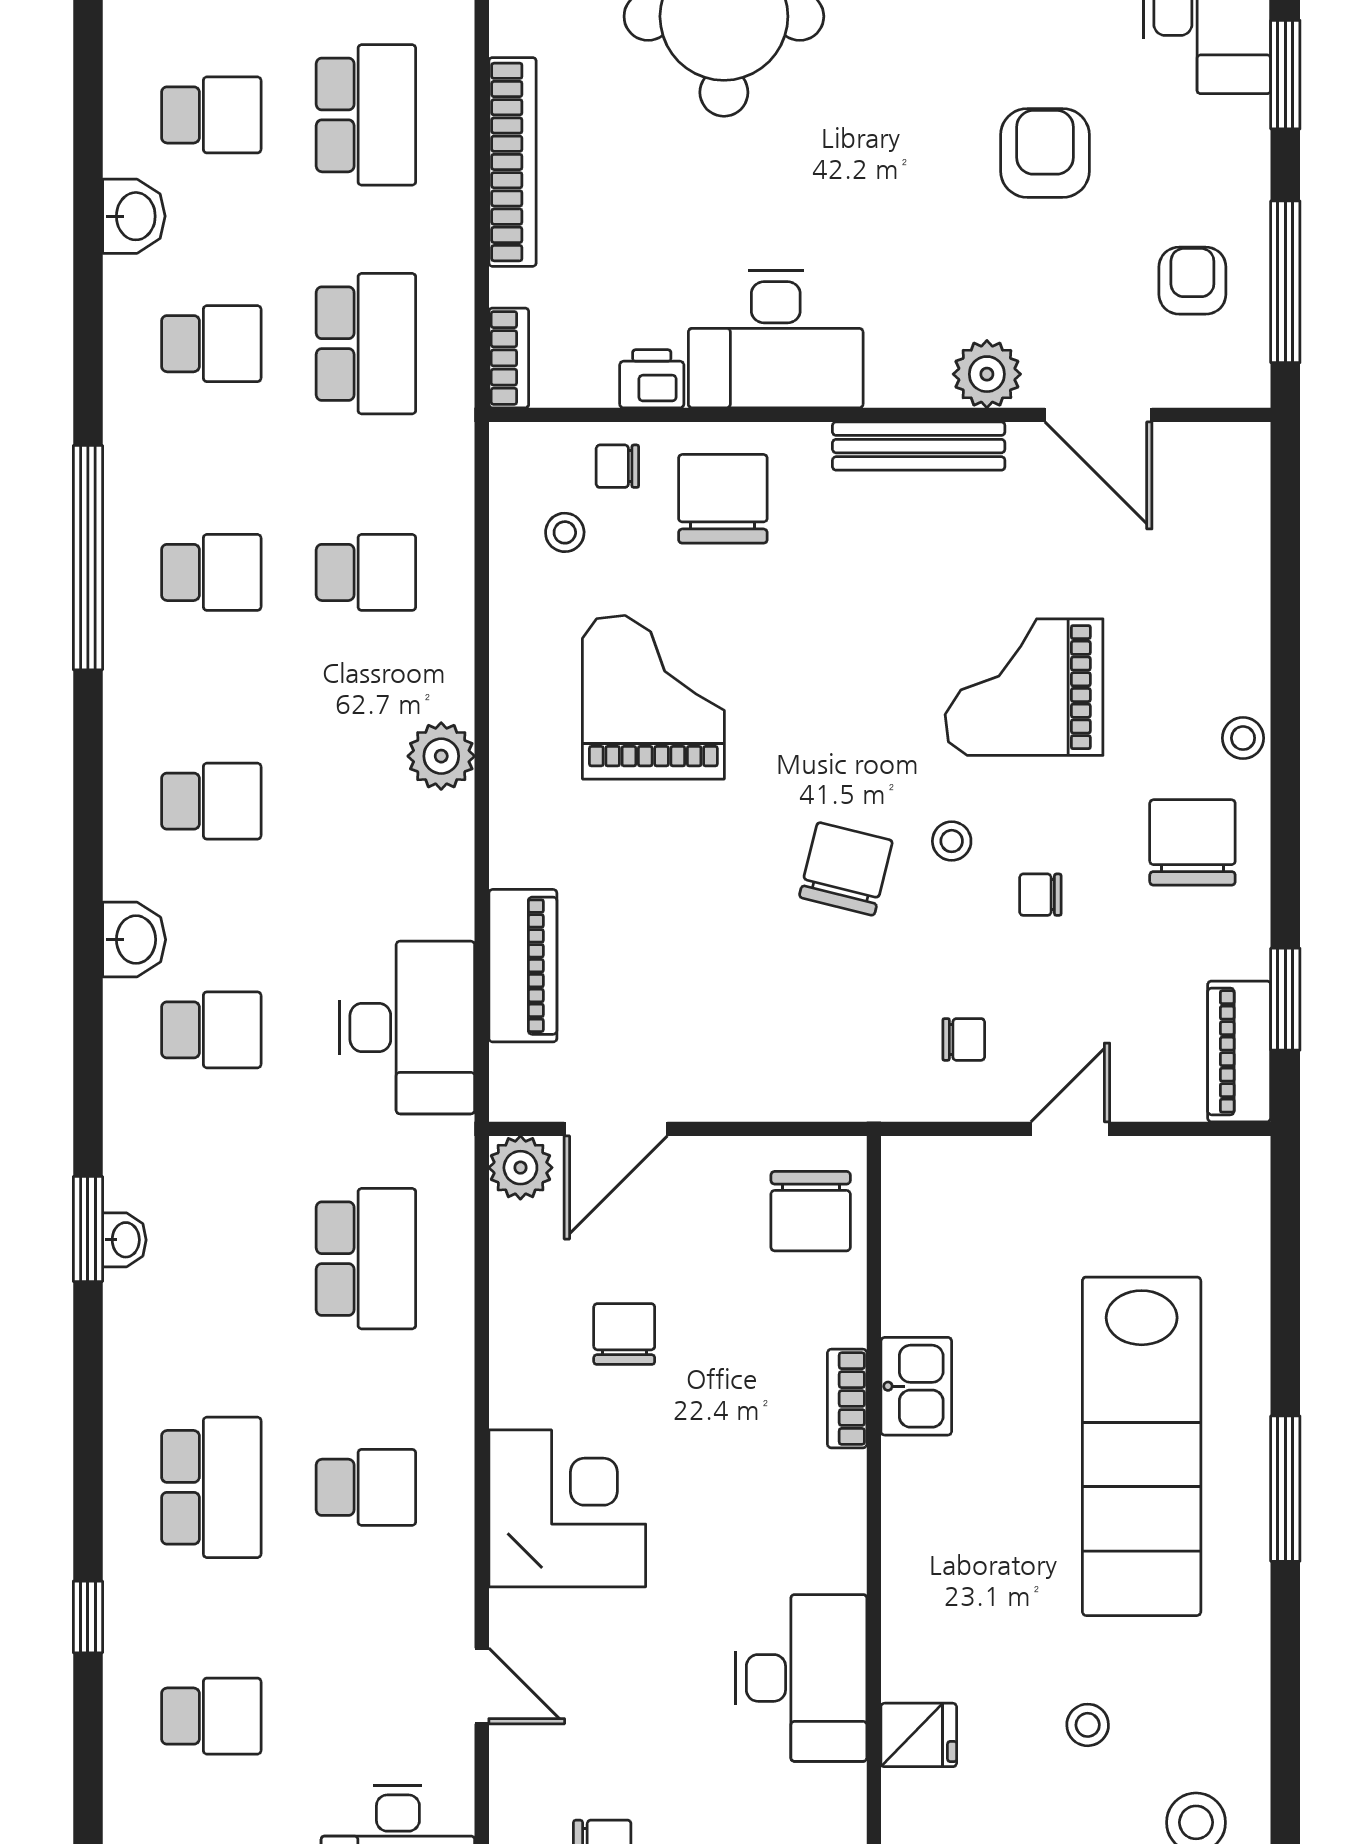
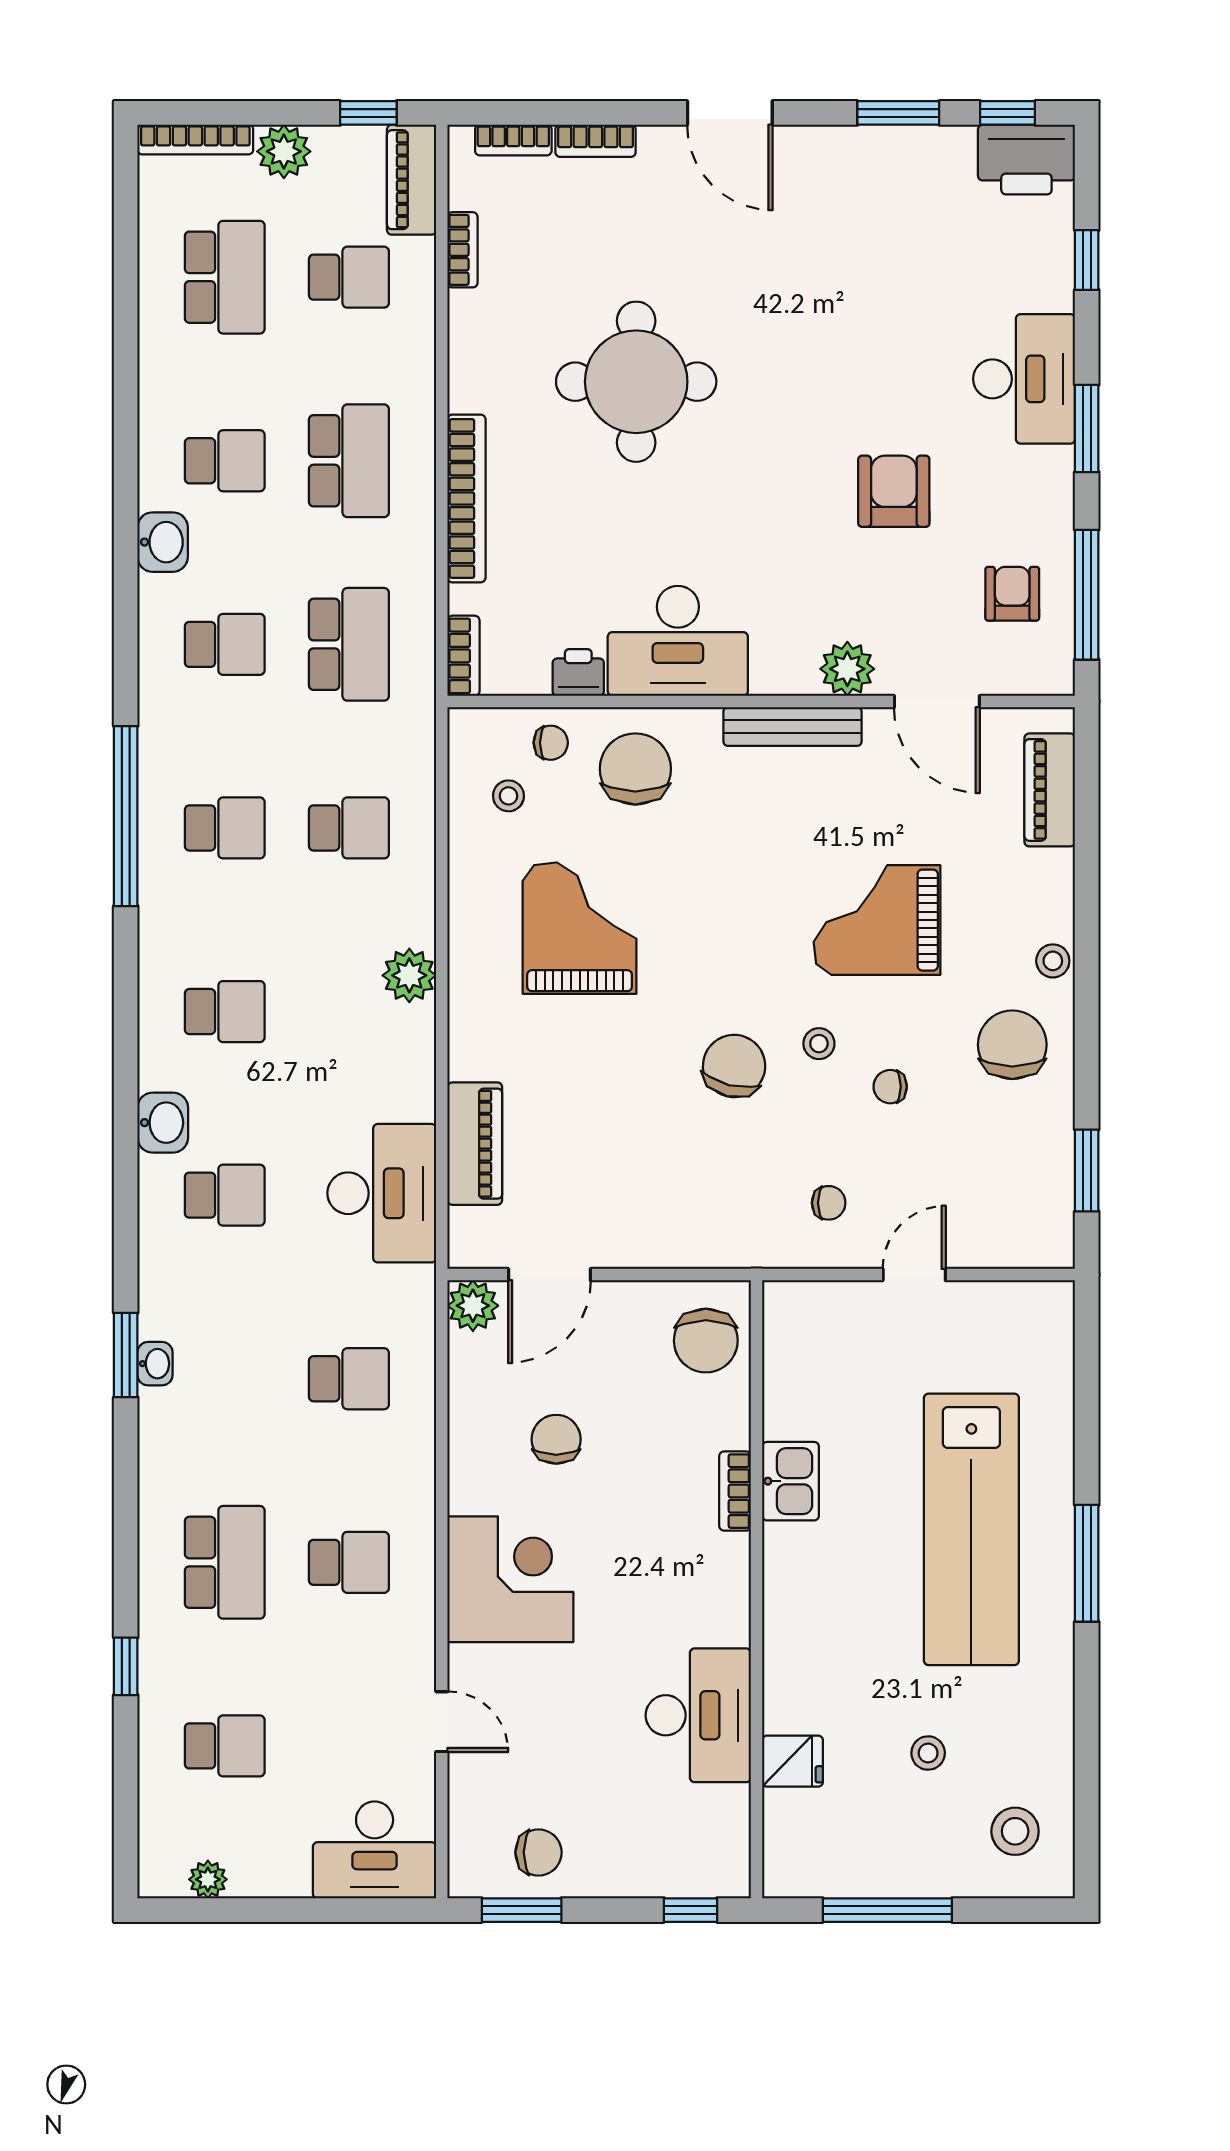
chair: (617, 466) -> (551, 743), turned 180
piano: (1239, 1051) -> (1050, 790), moved
school desk: (366, 1259) -> (349, 1379), width x0.54

